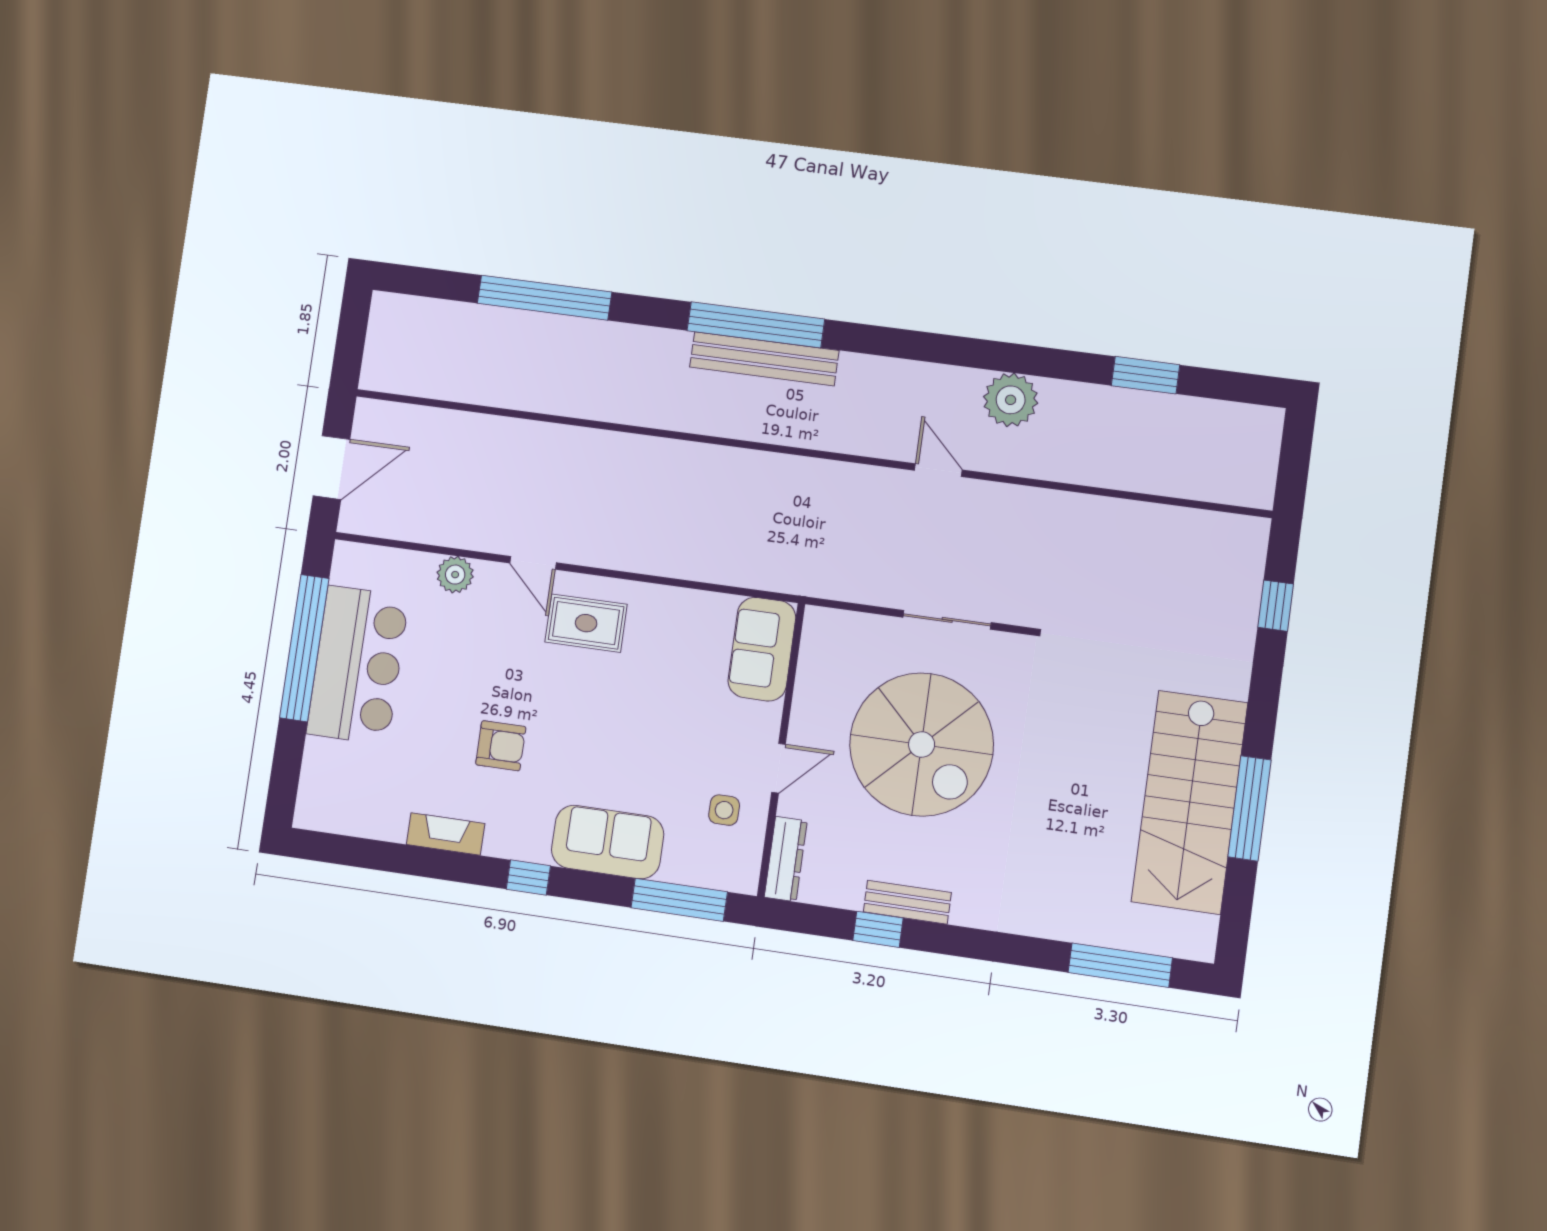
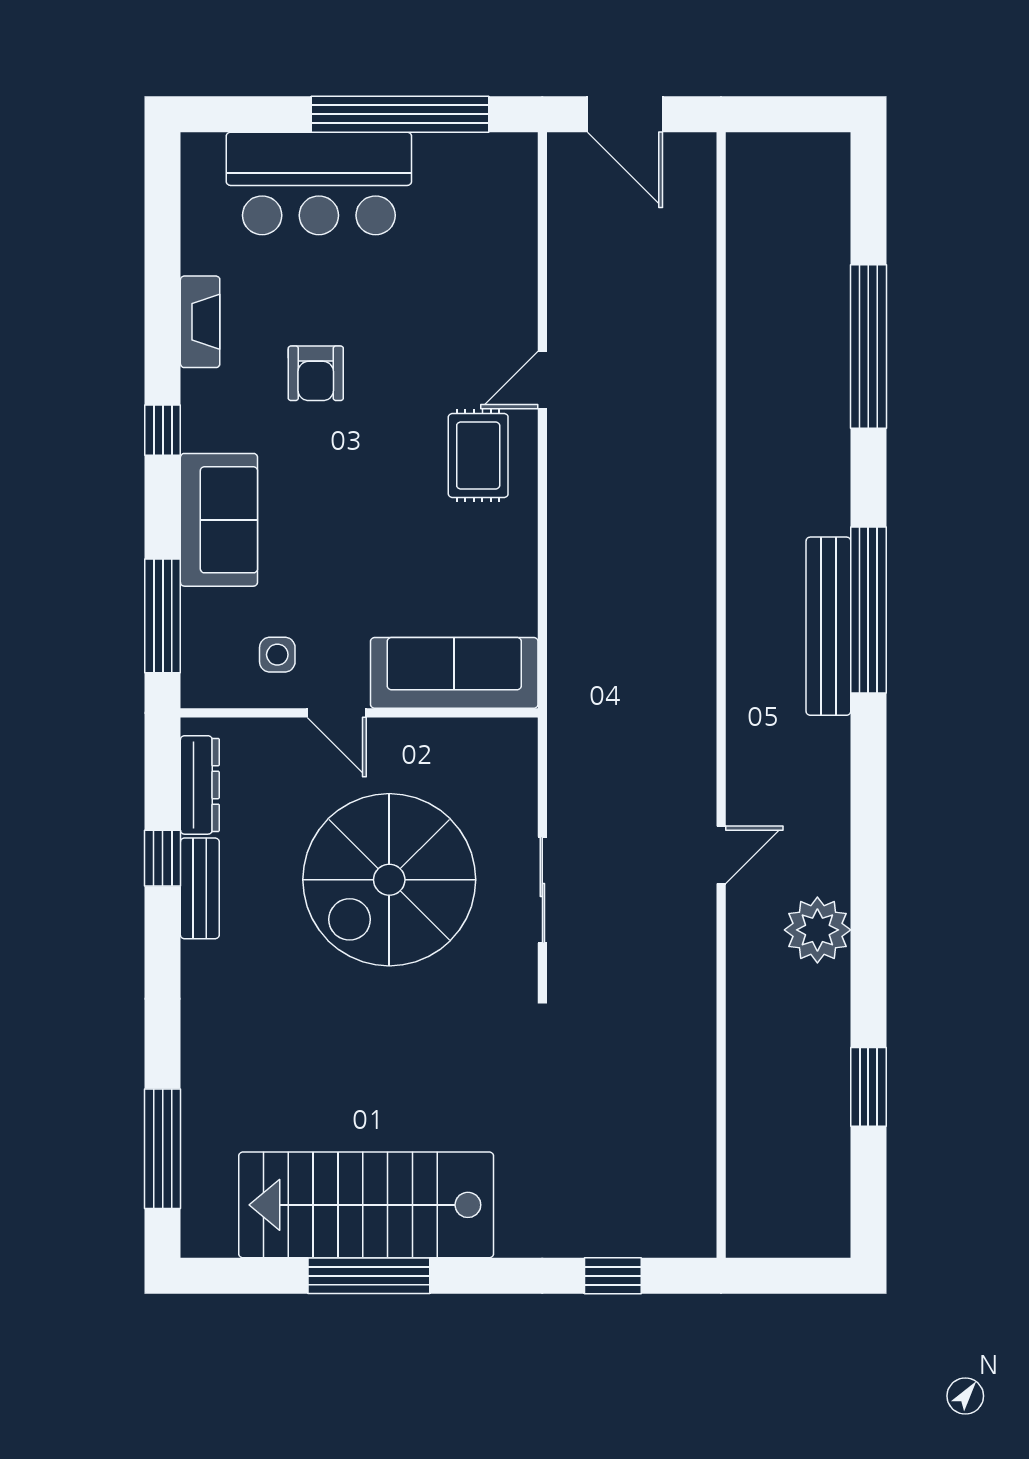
plant: (455, 575) -> (515, 287), removed
sofa: (762, 649) -> (454, 673), width x1.36
bar counter: (358, 665) -> (319, 183), moved
dresser: (786, 859) -> (200, 785), moved, turned -90

